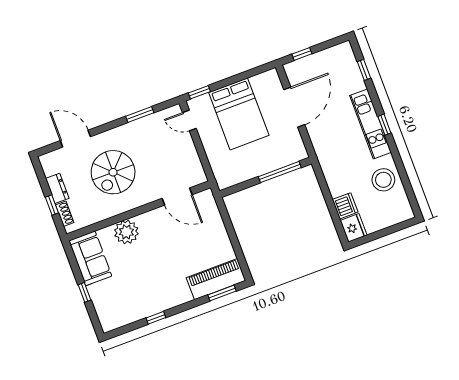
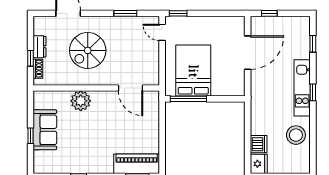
bed: (239, 114) -> (193, 71), moved, turned 180
window: (280, 172) -> (188, 99), moved
sofa: (90, 258) -> (45, 130), moved

